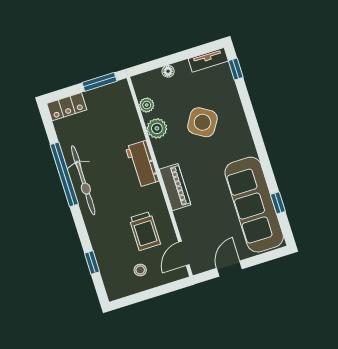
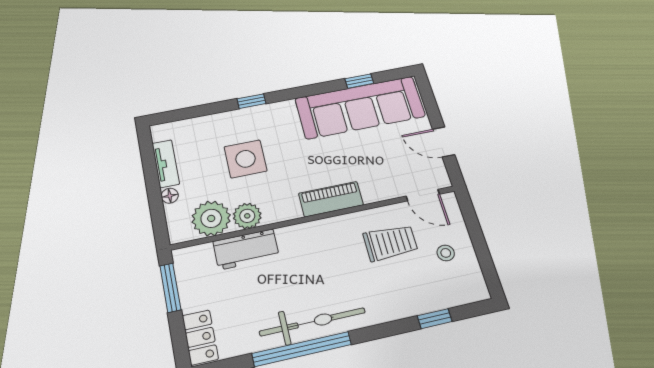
tv unit: (208, 60) -> (166, 164), moved
window: (236, 69) -> (252, 101), moved
plant: (147, 105) -> (211, 218), width x1.88, depth x1.88
side table: (202, 122) -> (246, 159), turned -32
workbench: (142, 164) -> (246, 249), moved

